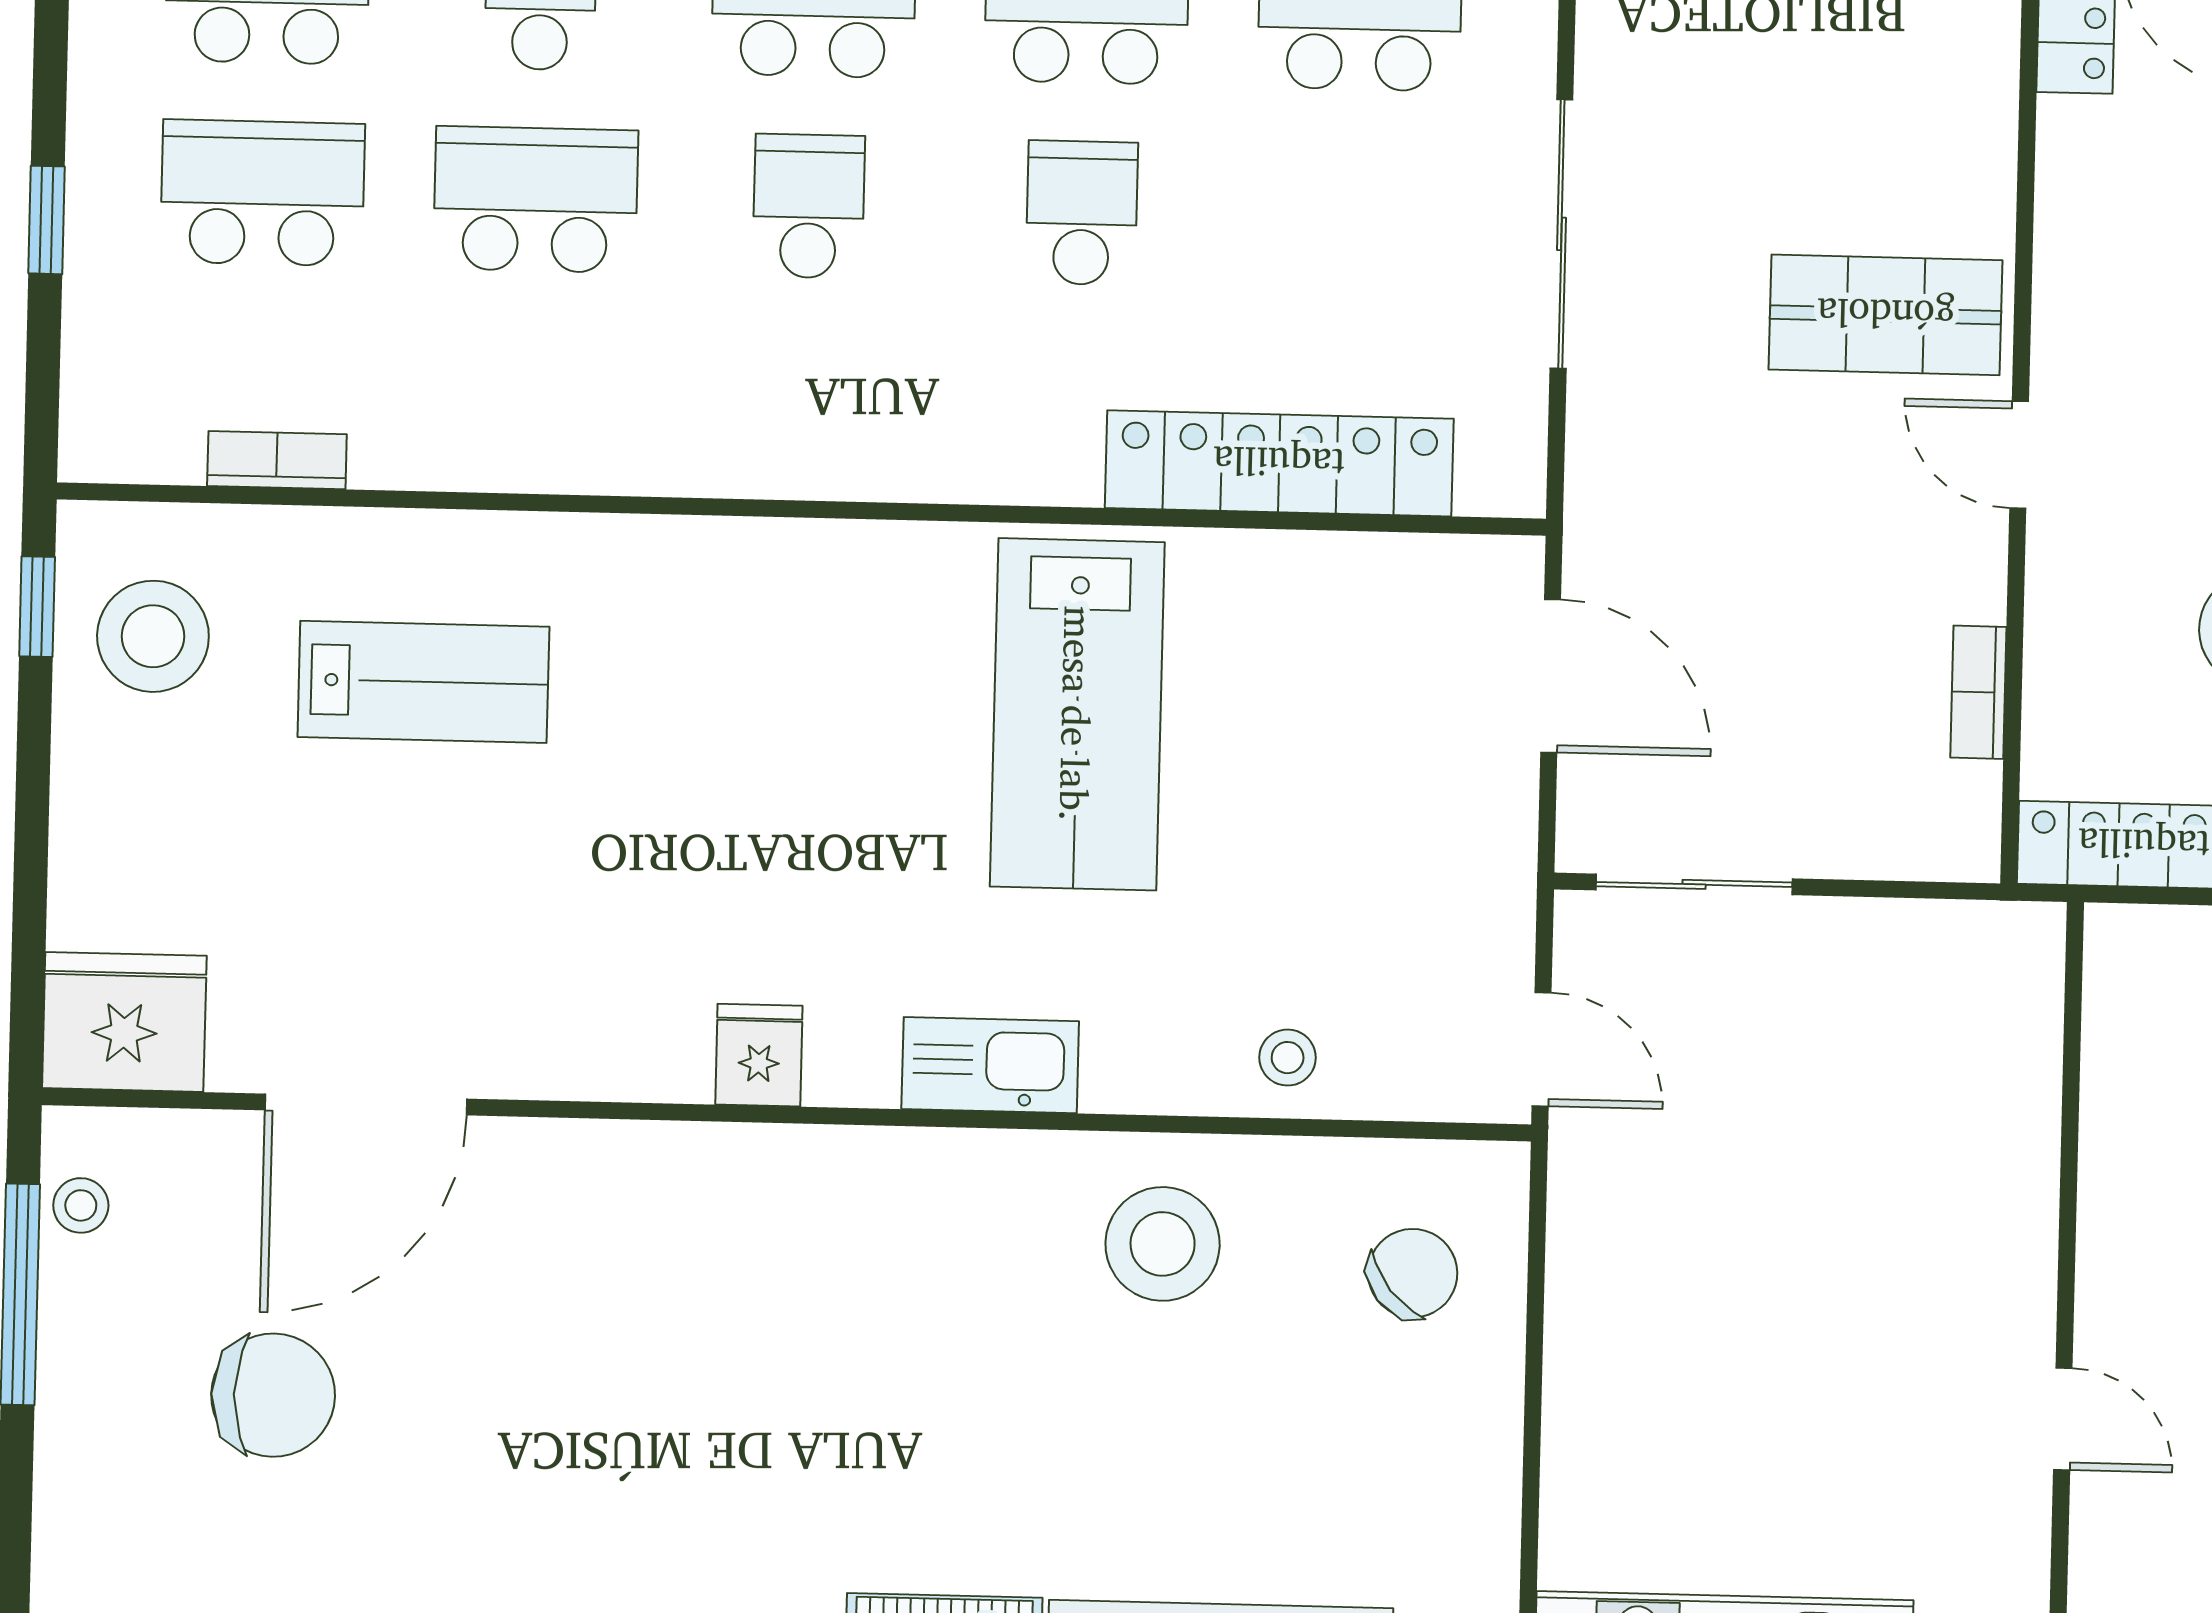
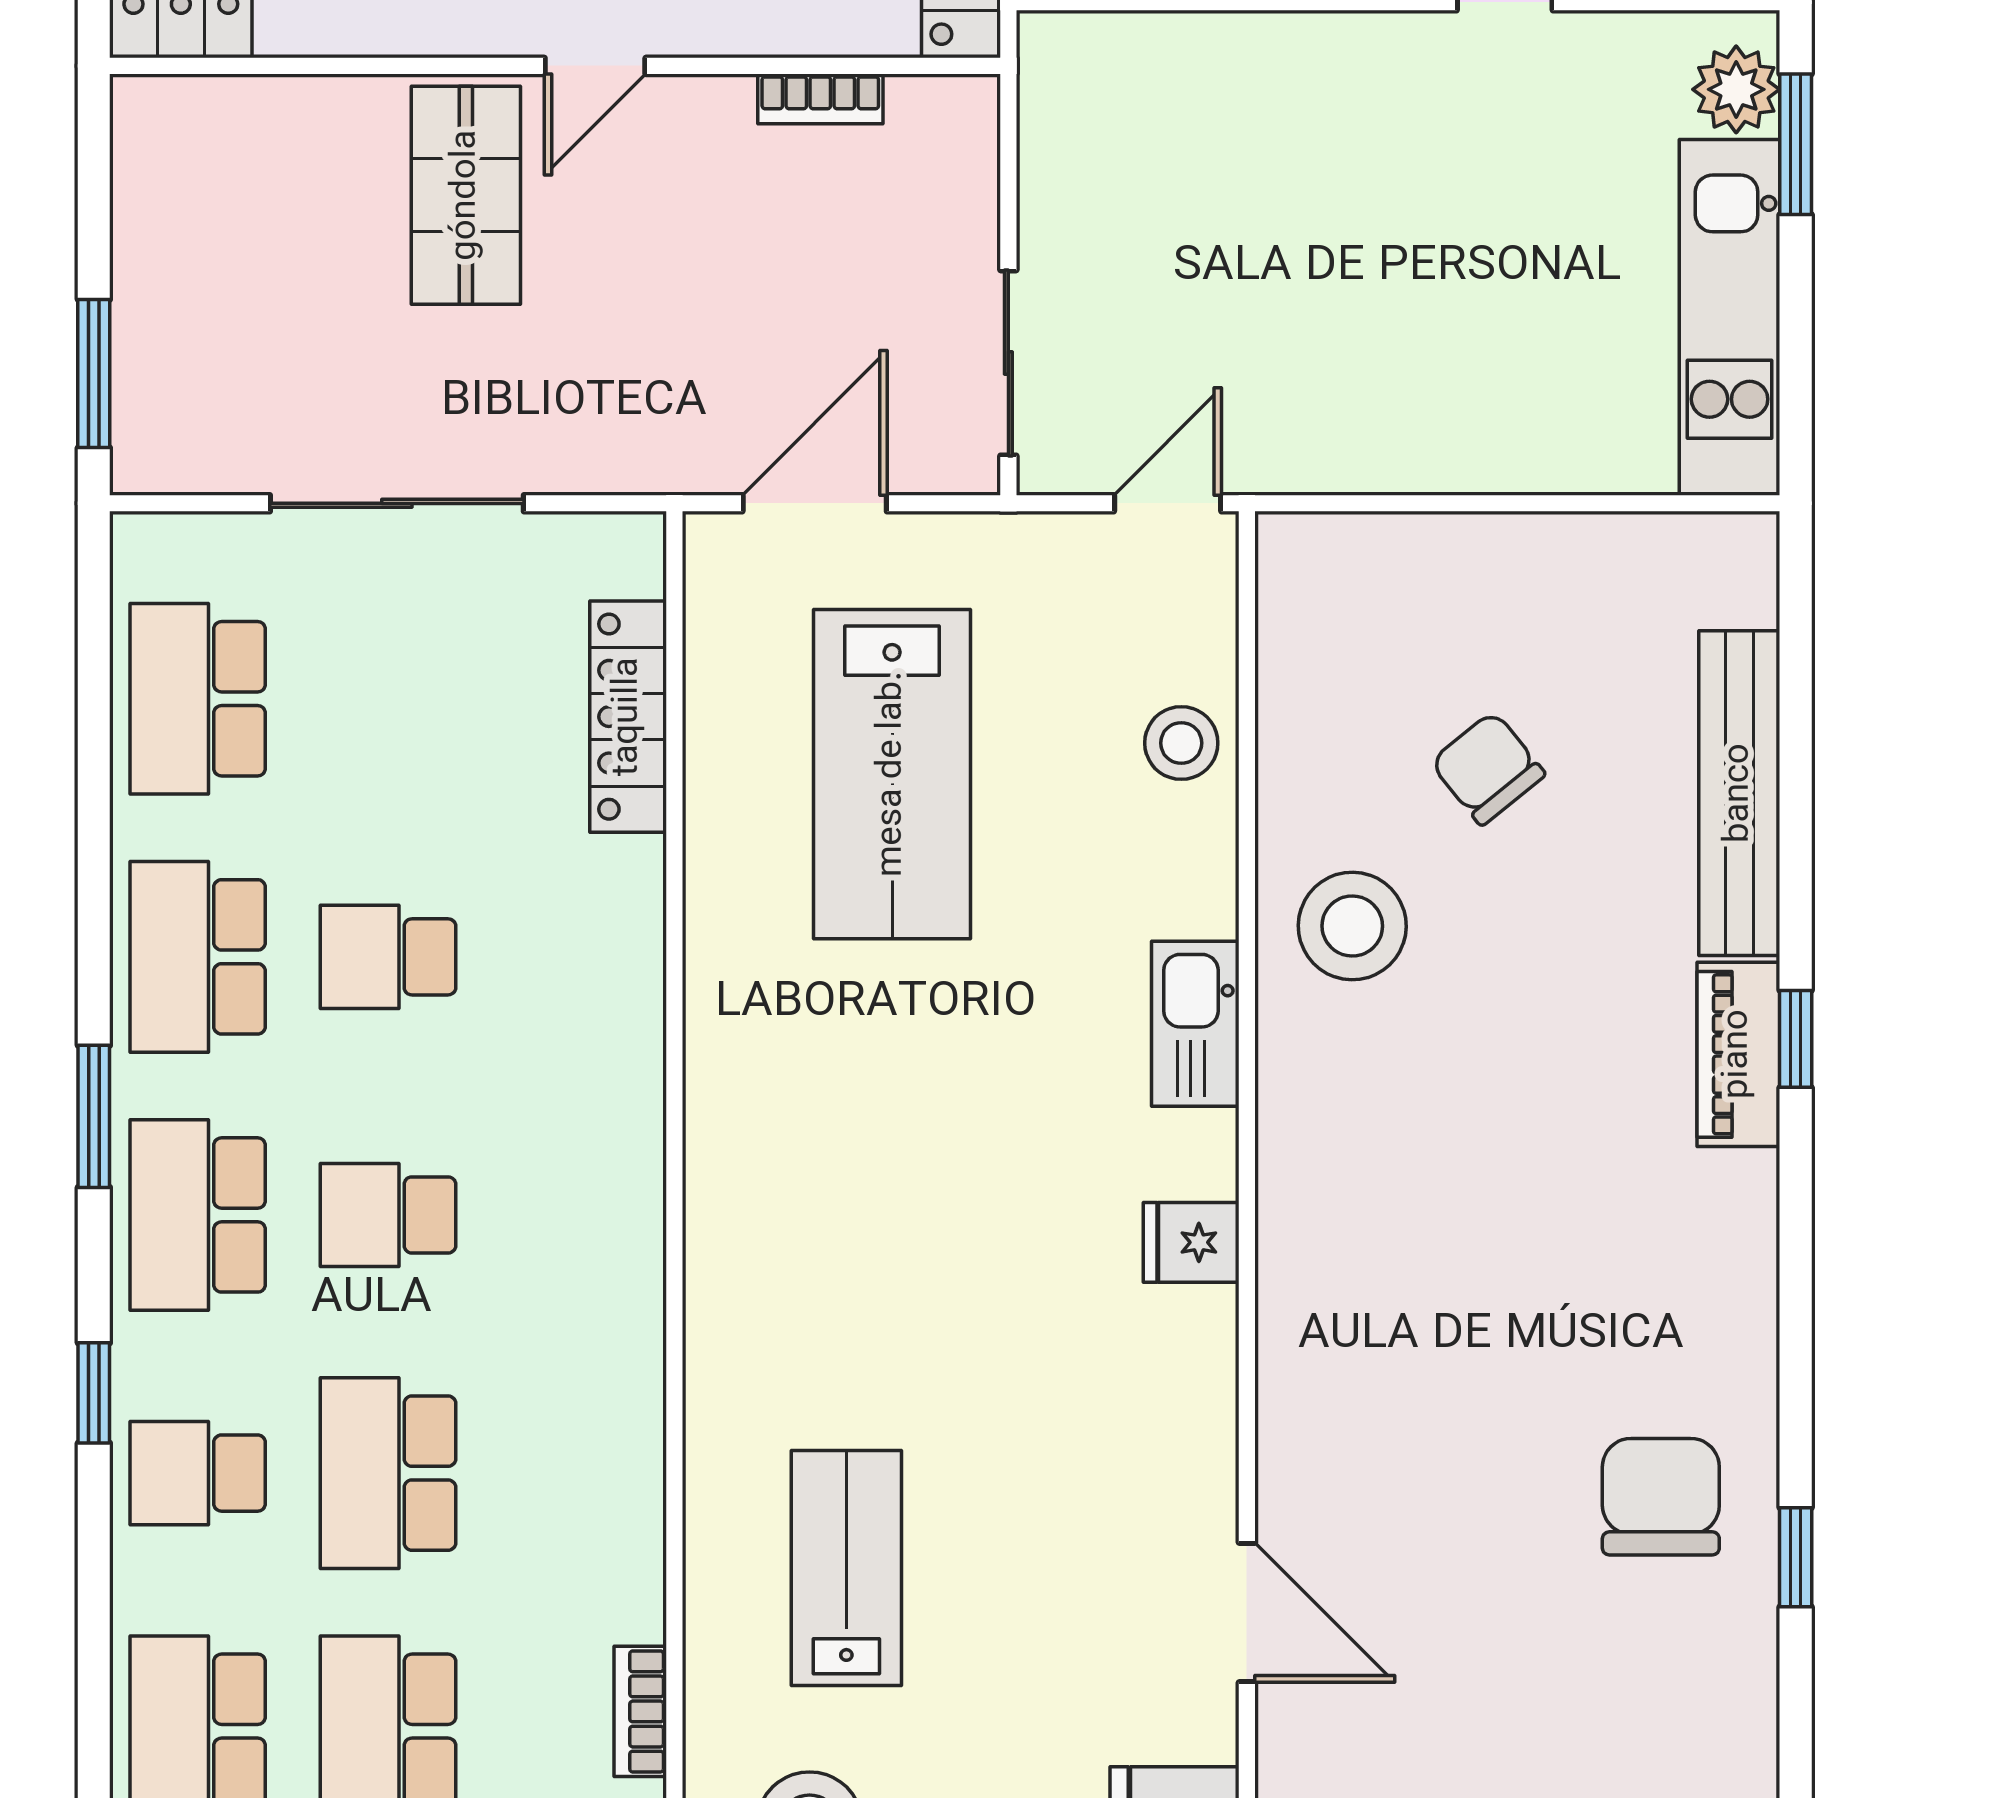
locker: (1279, 463) -> (628, 717), width x0.71, depth x0.83
lab bench: (1077, 714) -> (892, 774), moved, turned 90
stool: (1288, 1058) -> (1181, 743), width x1.37, depth x1.37
door: (366, 1105) -> (1247, 1613), width x0.73
stool: (1163, 1244) -> (1352, 926), moved
chair: (1413, 1273) -> (1488, 768), moved
chair: (273, 1395) -> (1661, 1497), moved

